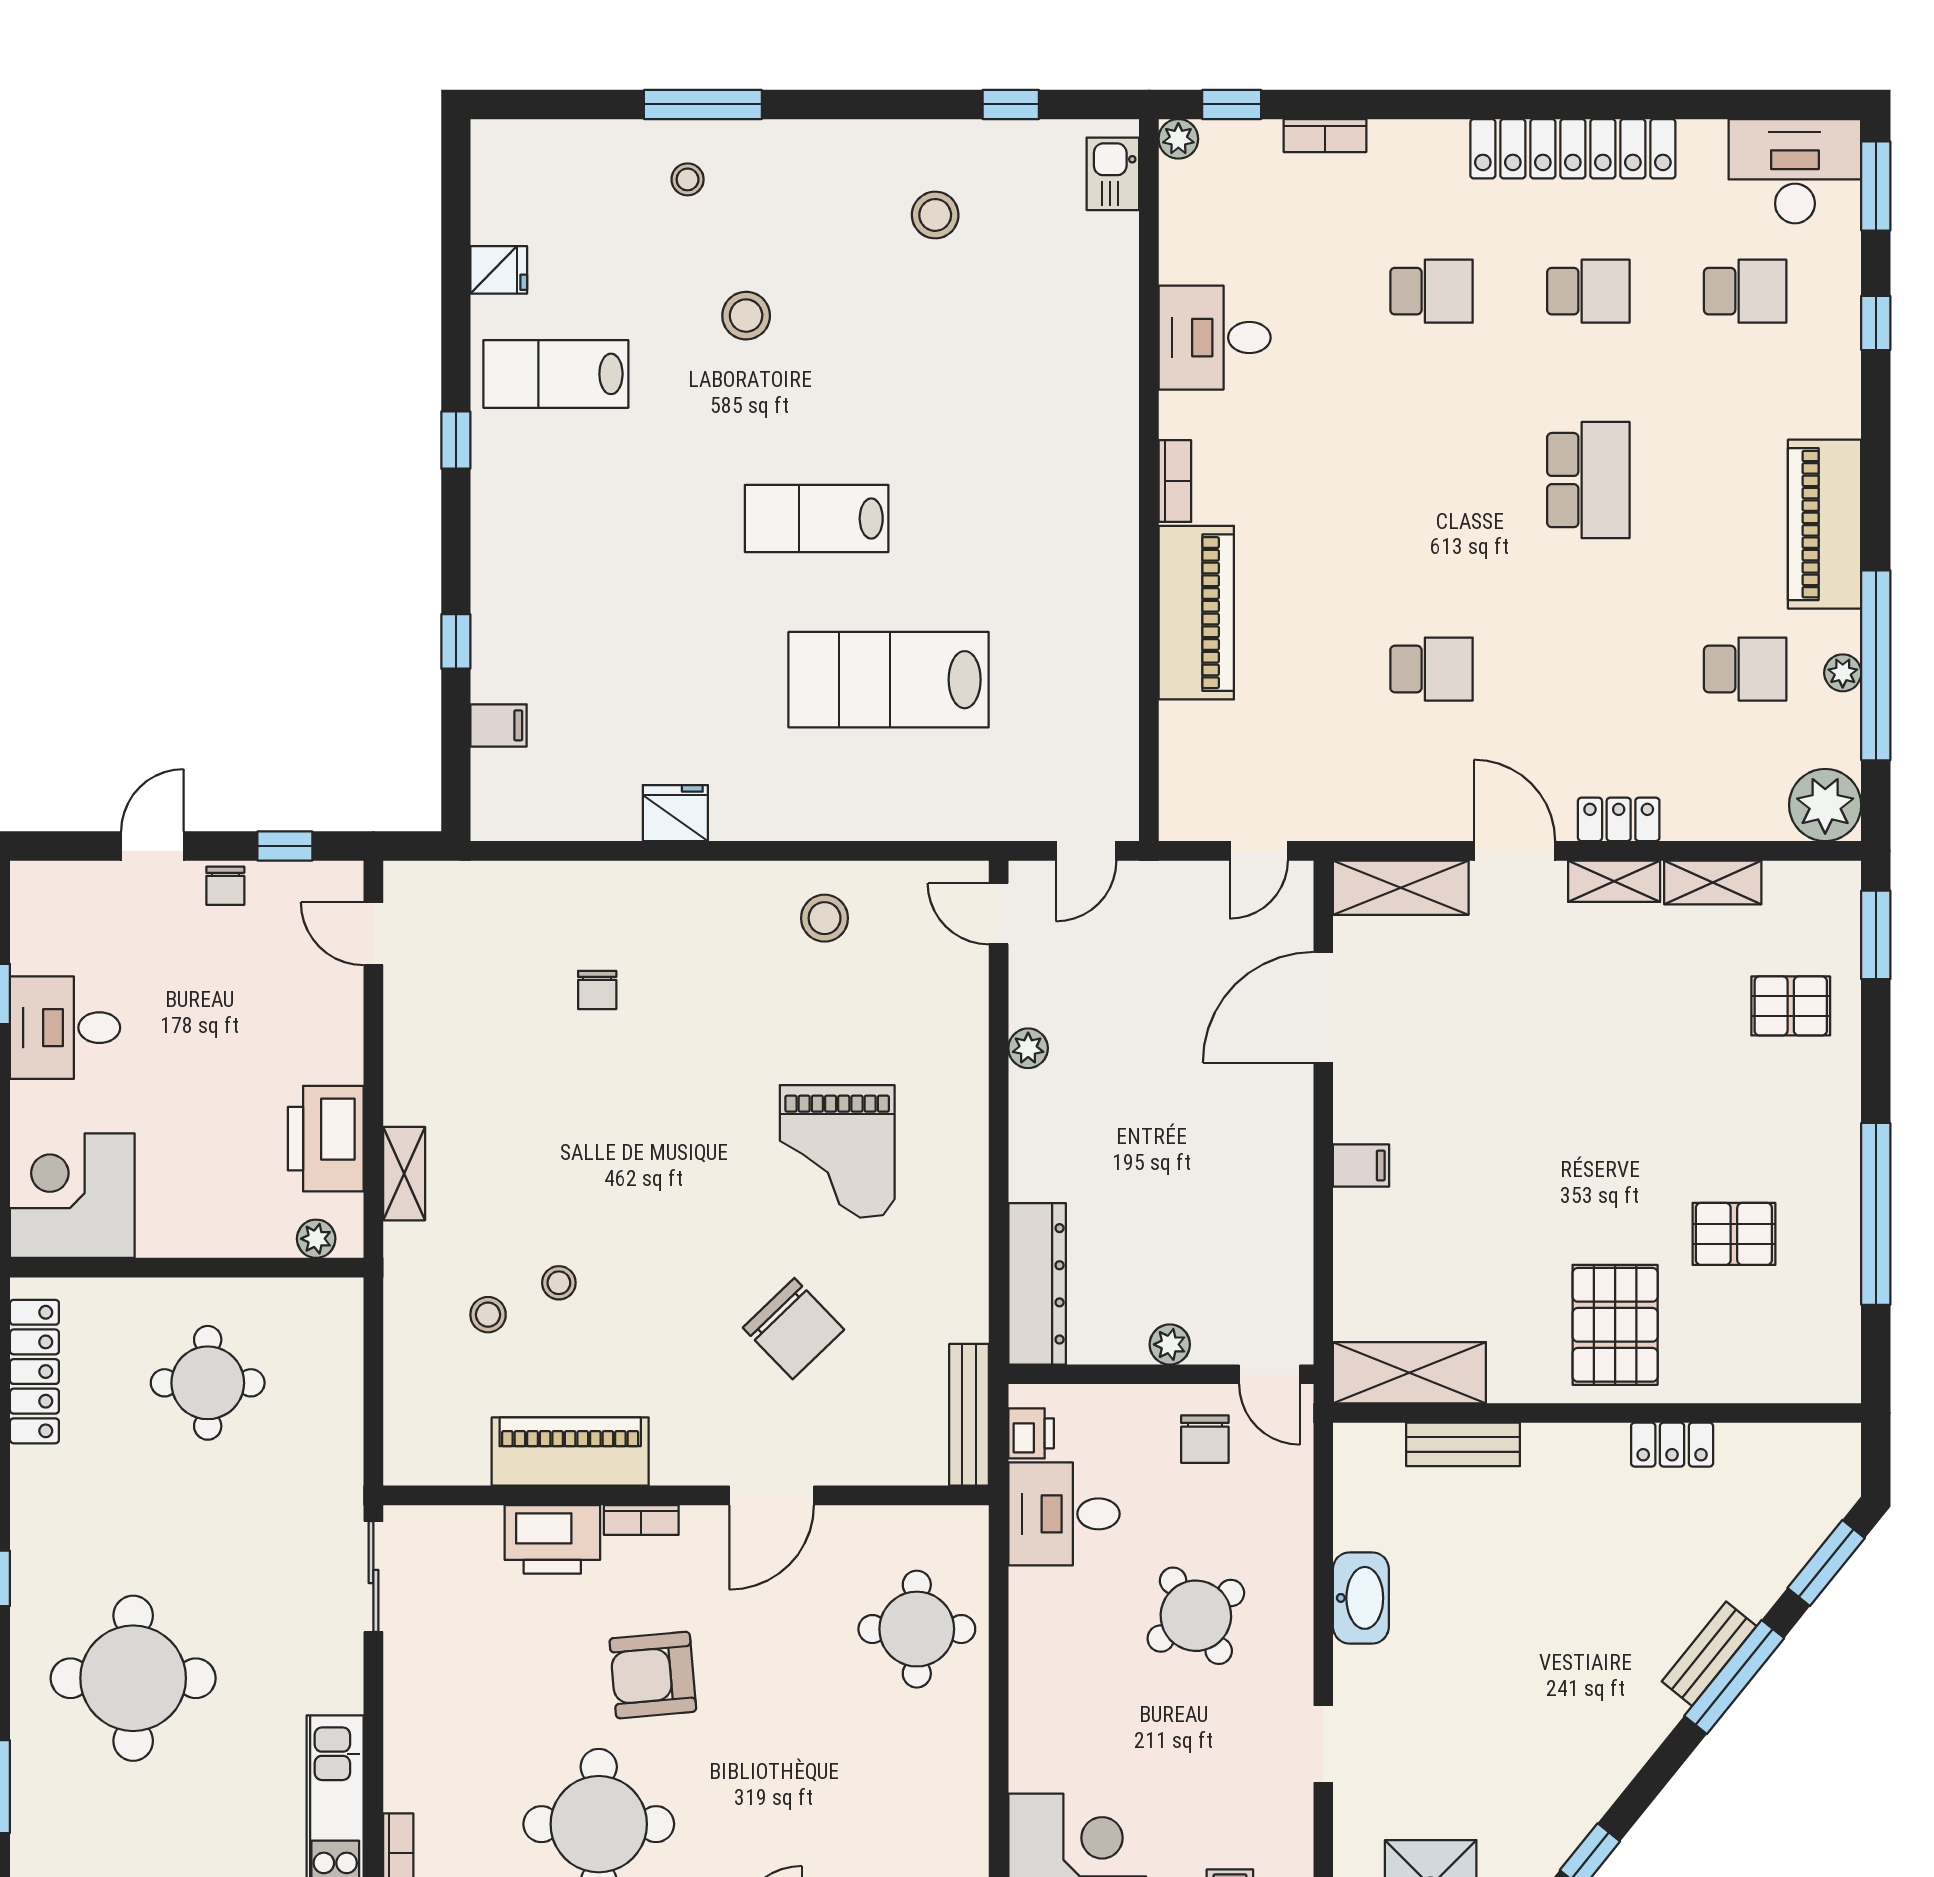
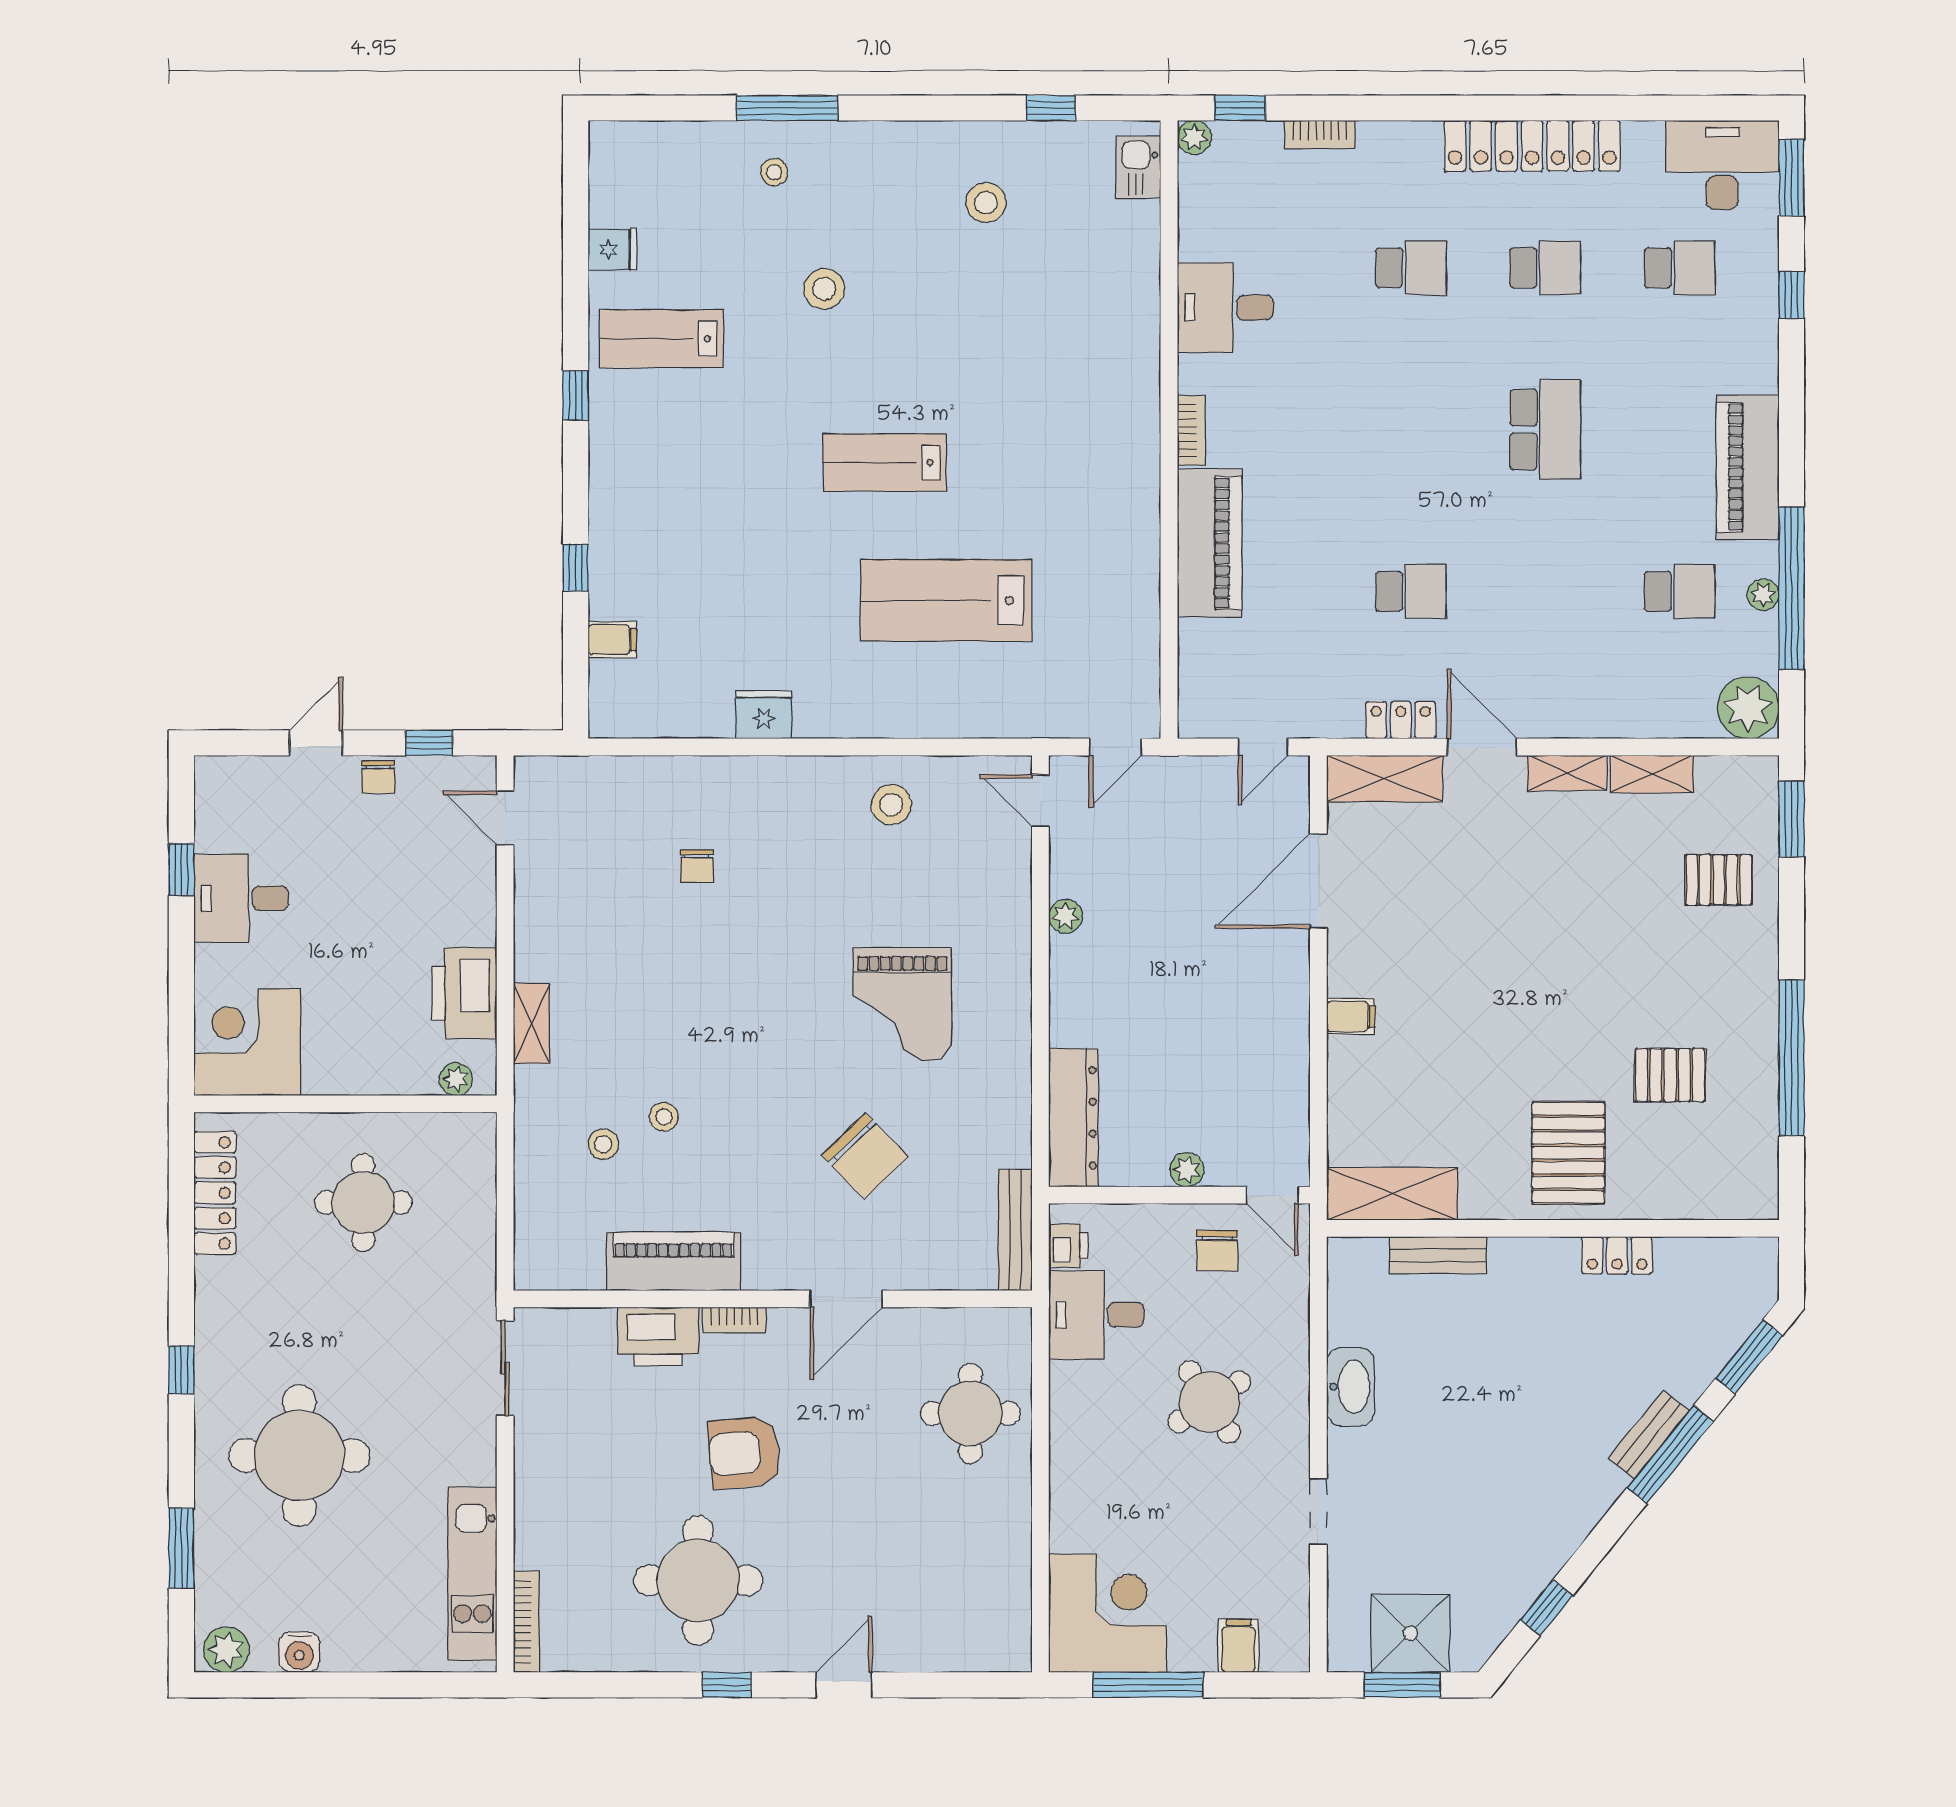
locker: (1619, 819) -> (1401, 720), moved

